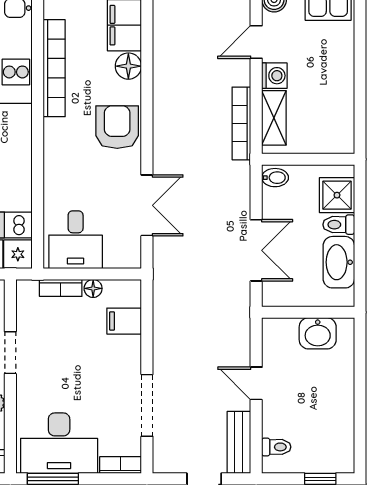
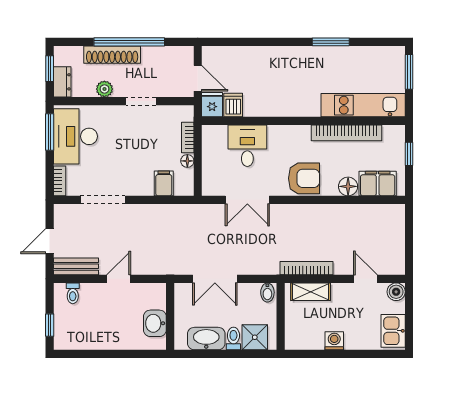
washing machine: (274, 76) -> (334, 341), moved, turned 180
desk: (76, 240) -> (247, 146), moved, turned 90

